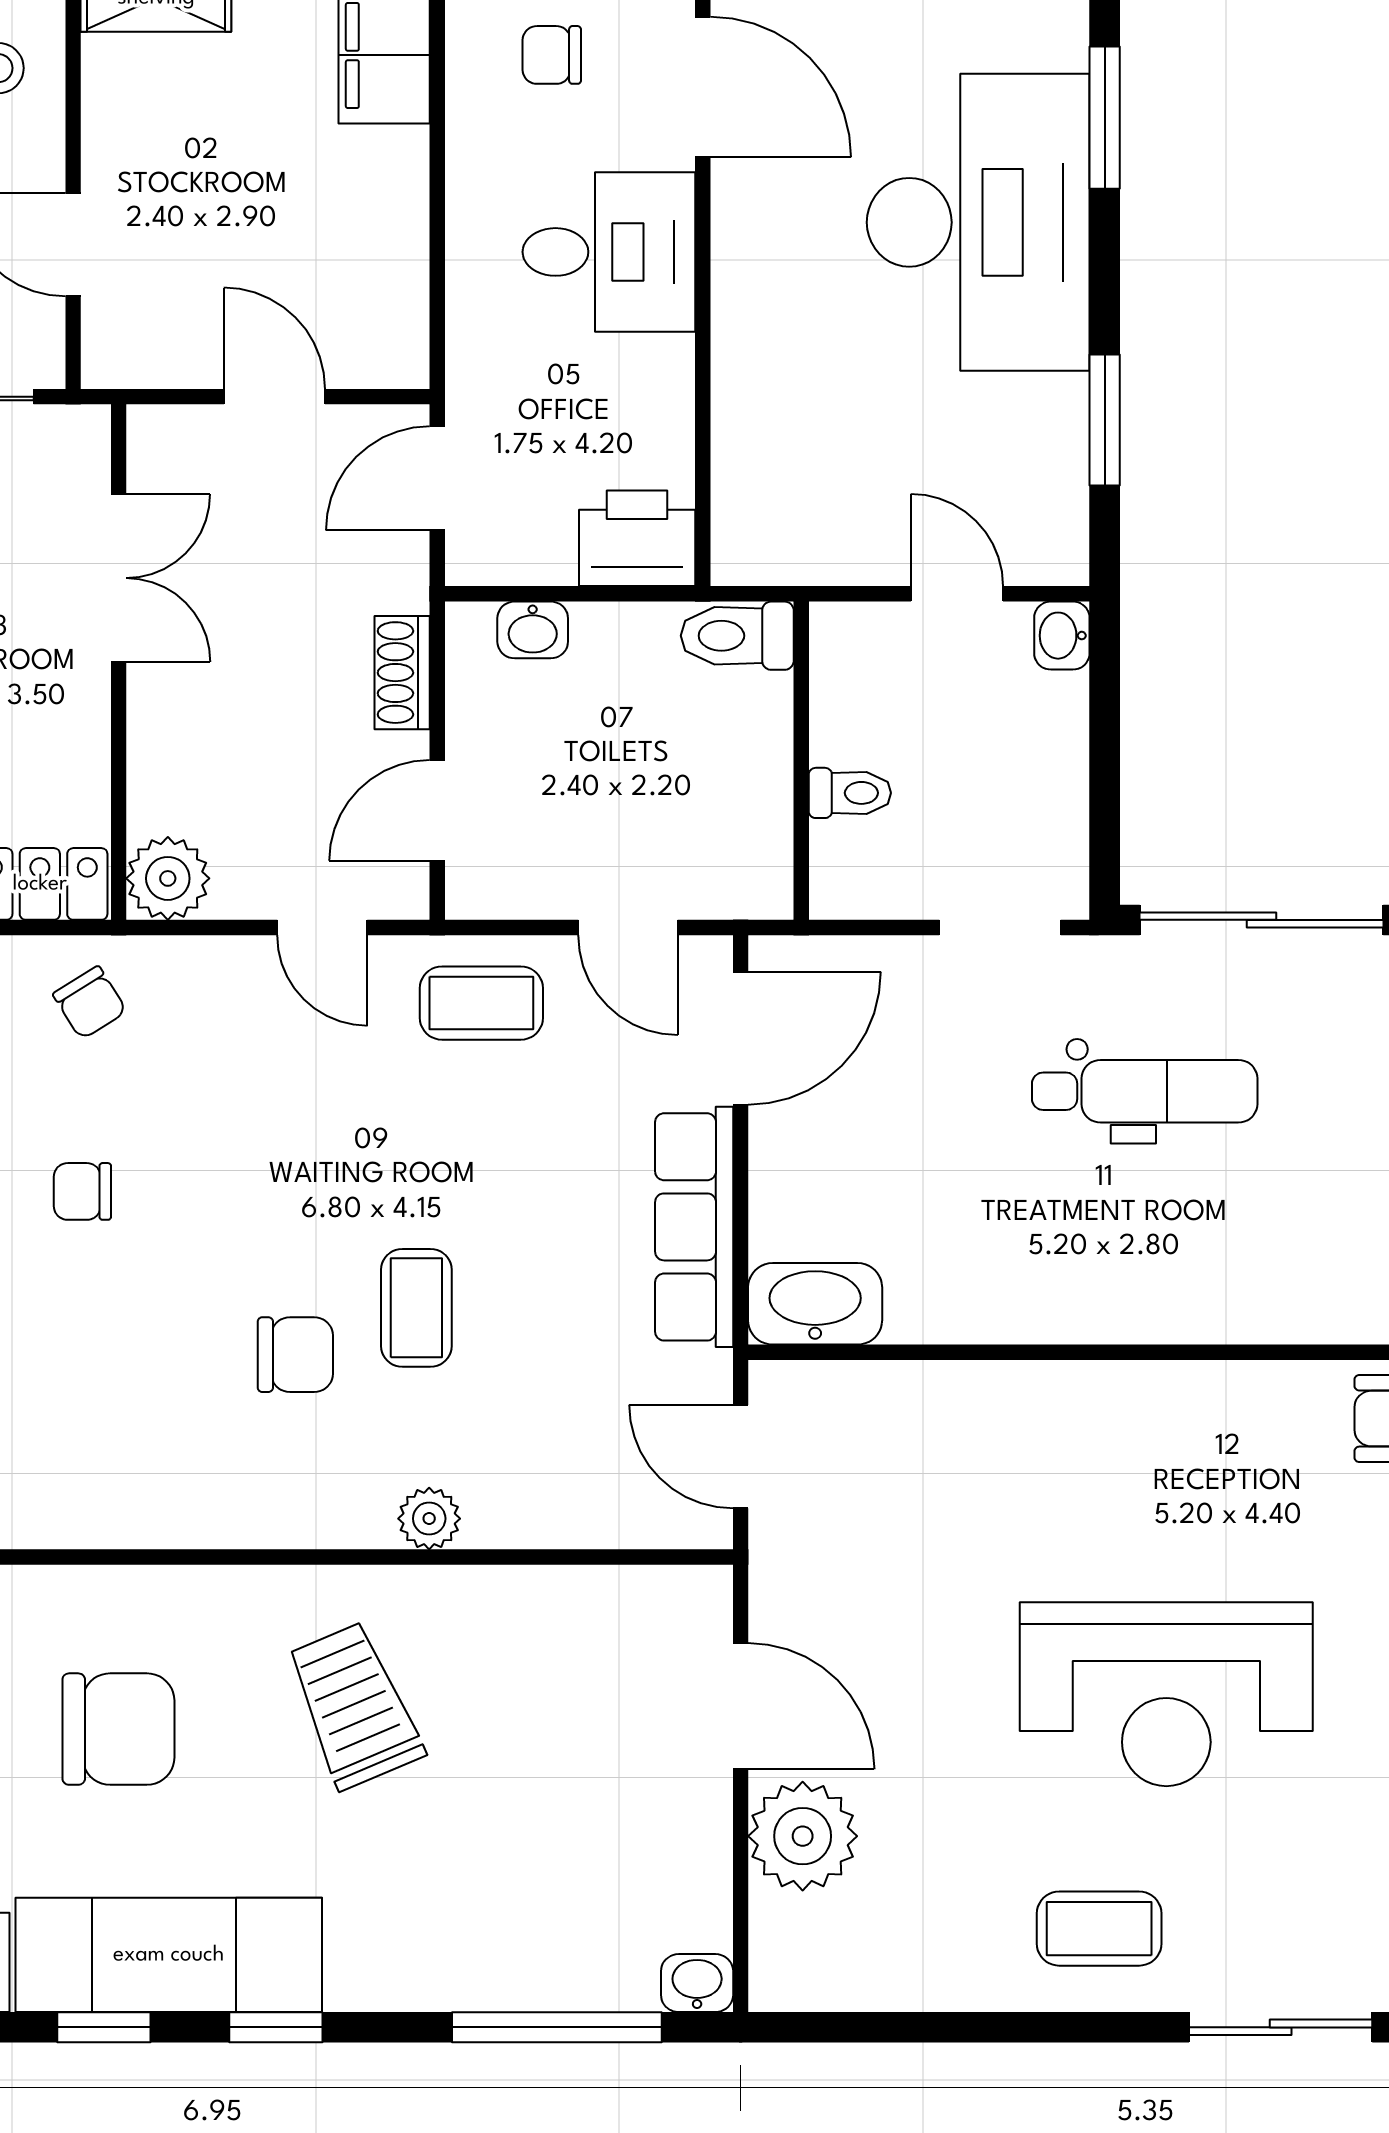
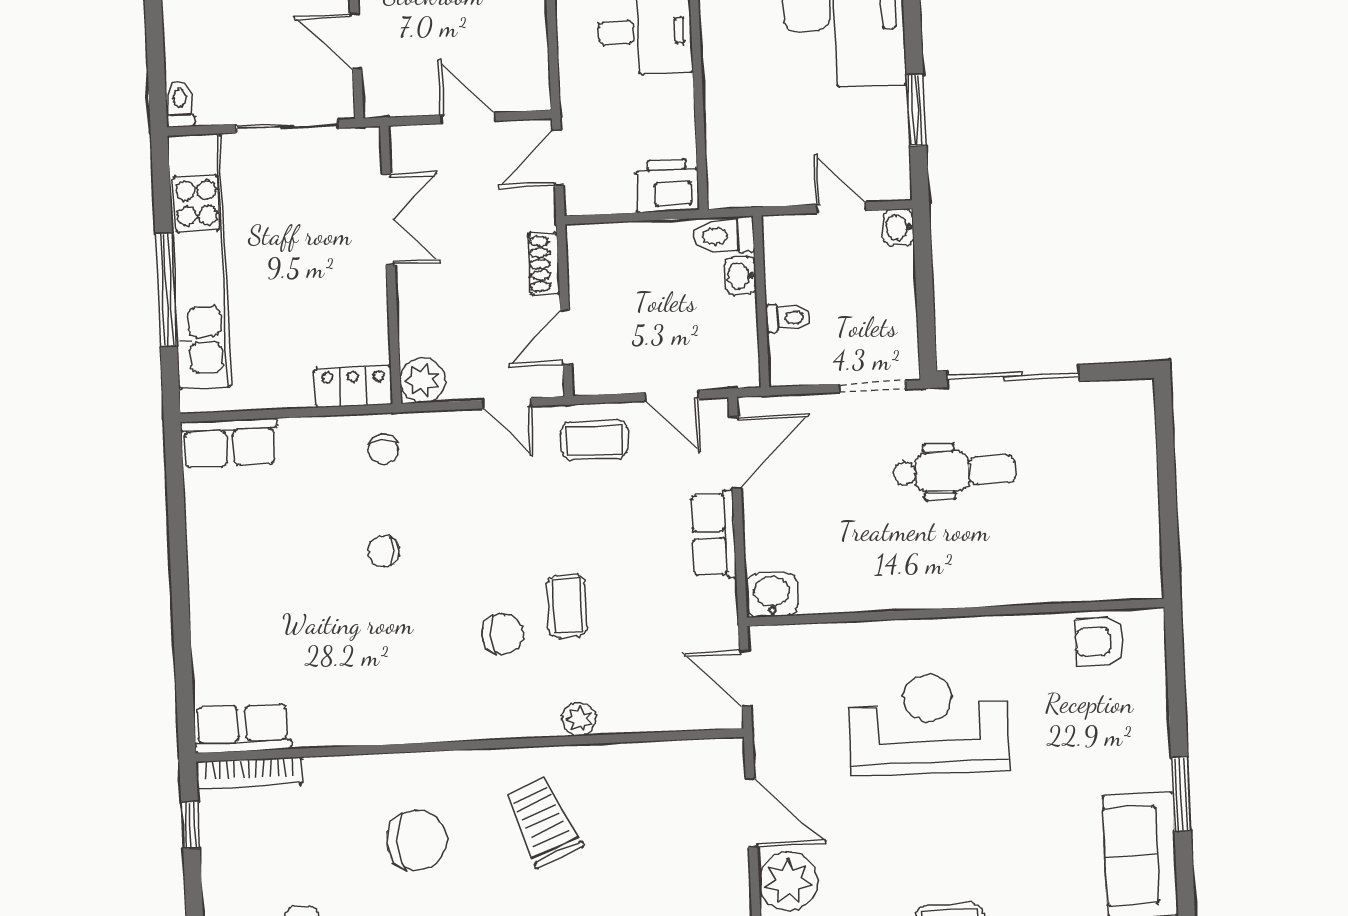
washbasin: (533, 630) -> (740, 276), moved, turned 90
chair: (90, 1003) -> (383, 449), turned 32
row of seats: (694, 1227) -> (714, 535), width x0.68
washbasin: (815, 1304) -> (772, 594), width x0.72
reception desk: (1166, 1694) -> (928, 724), moved, turned 180

